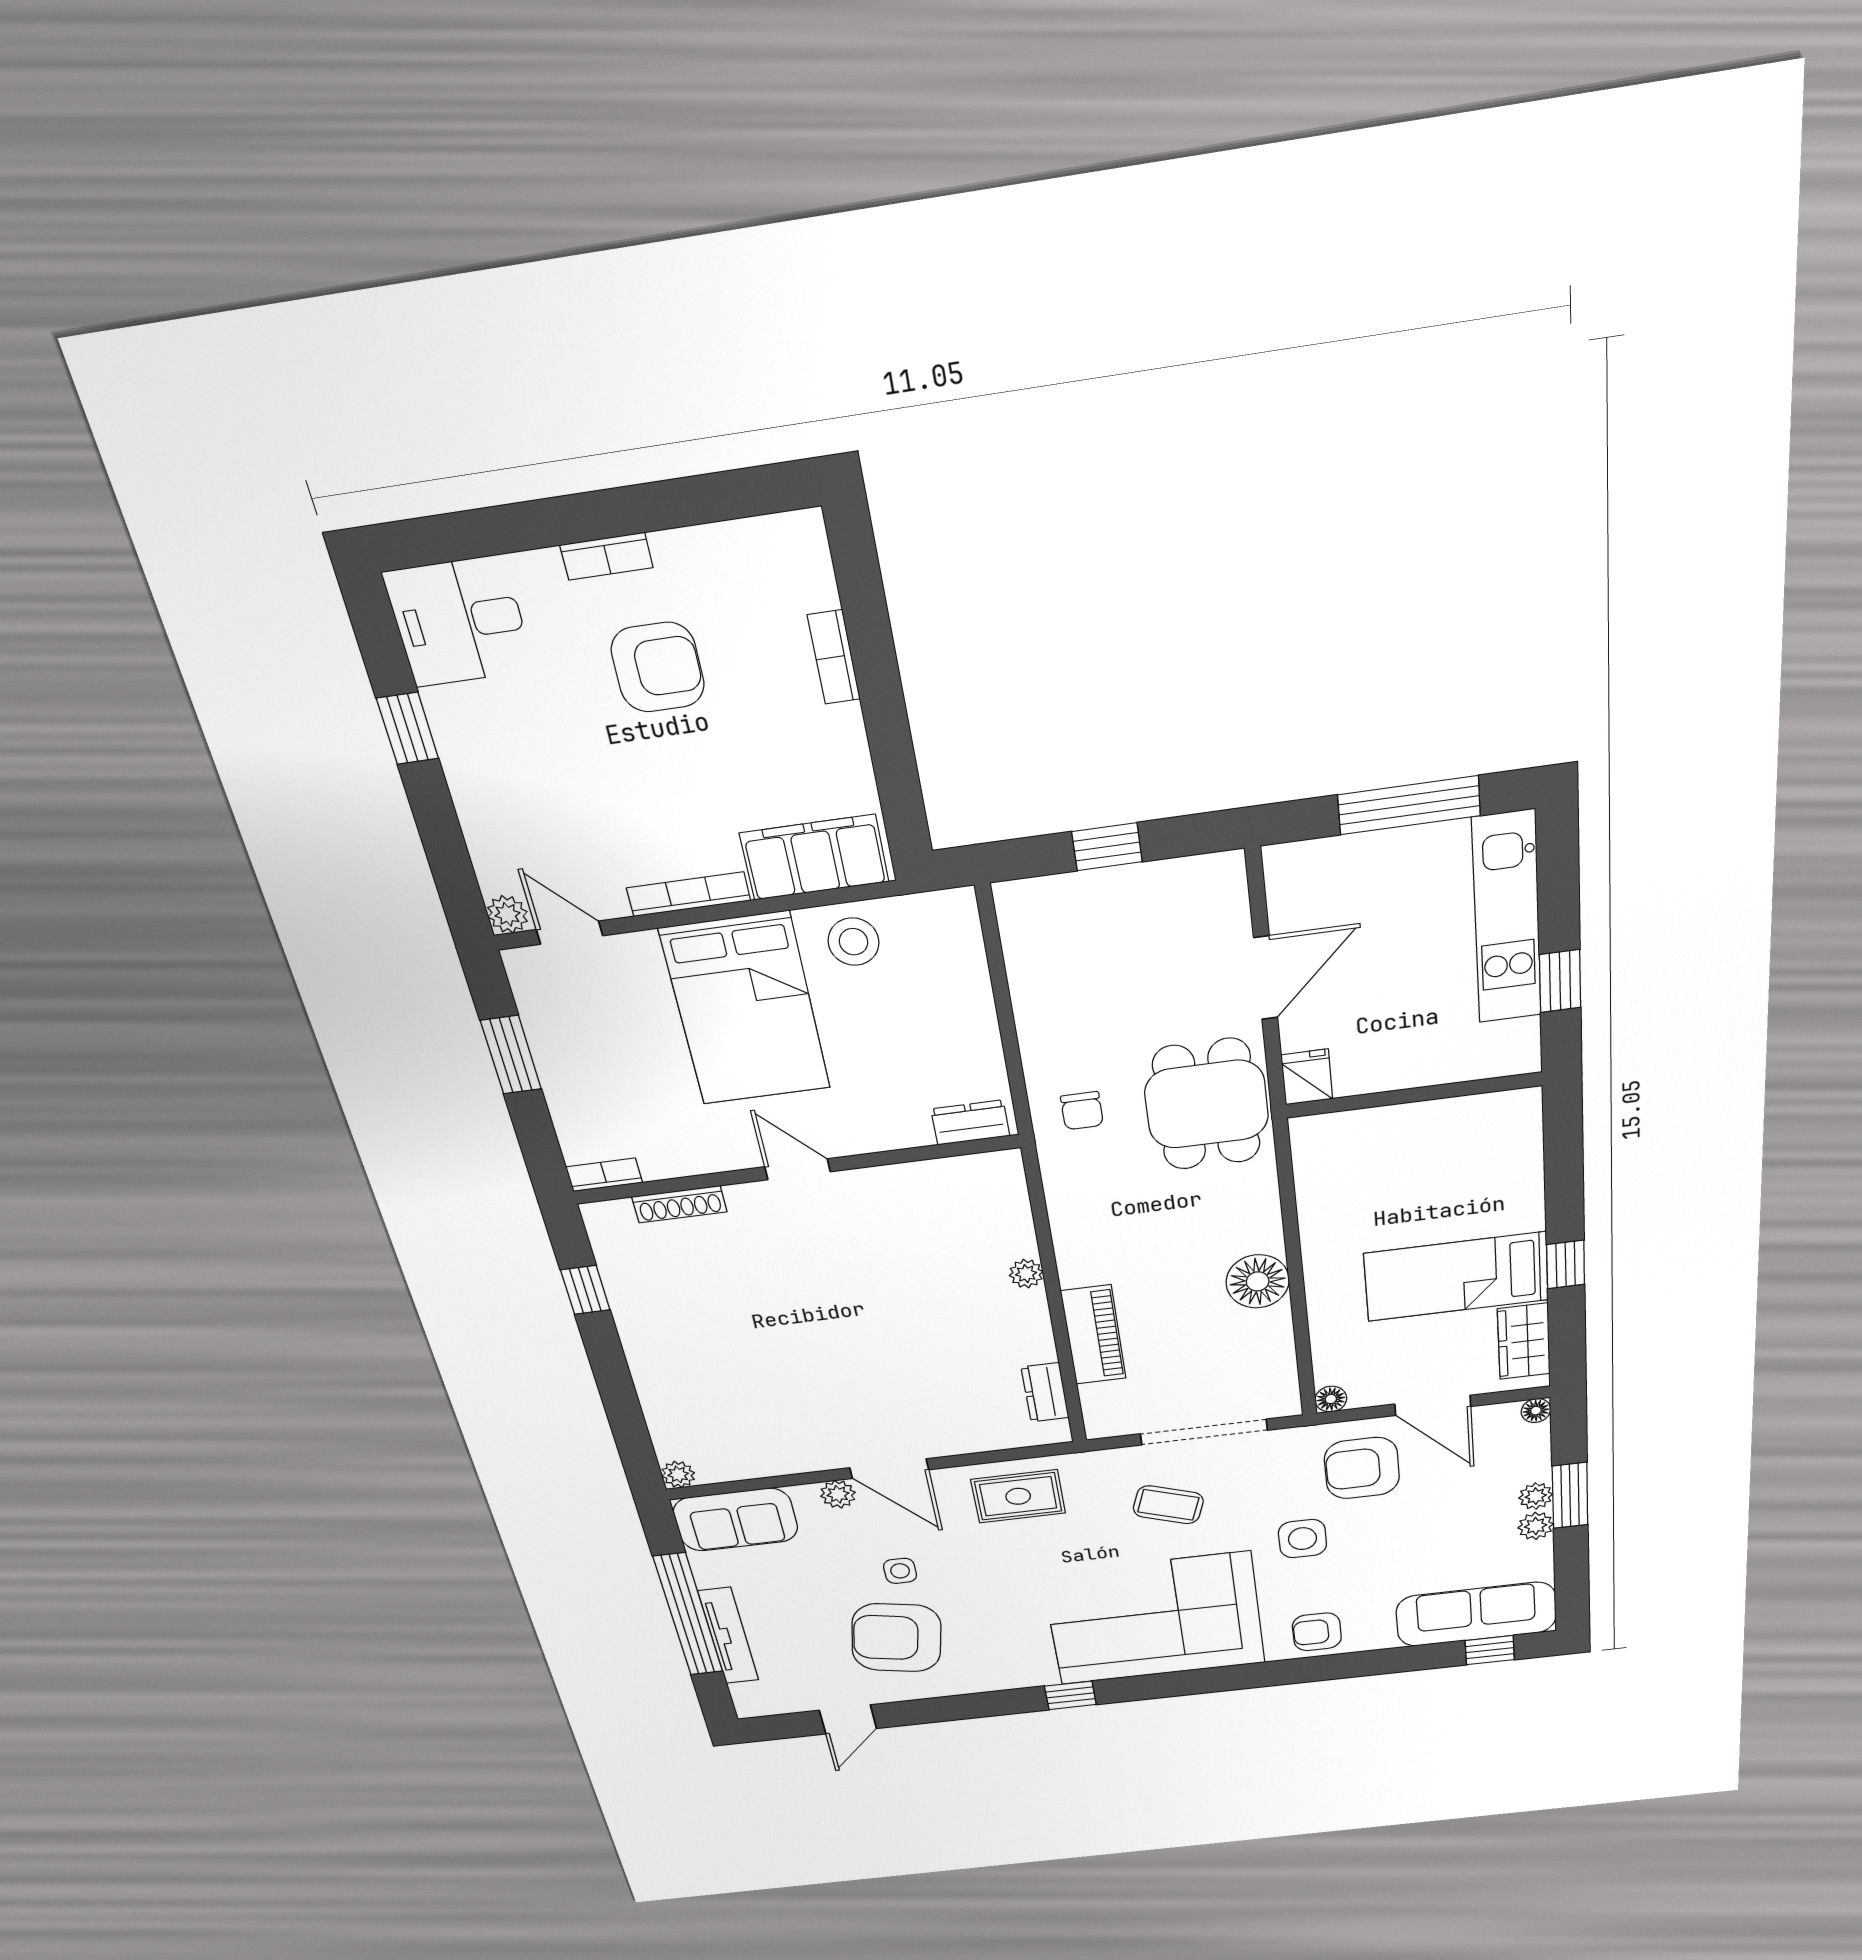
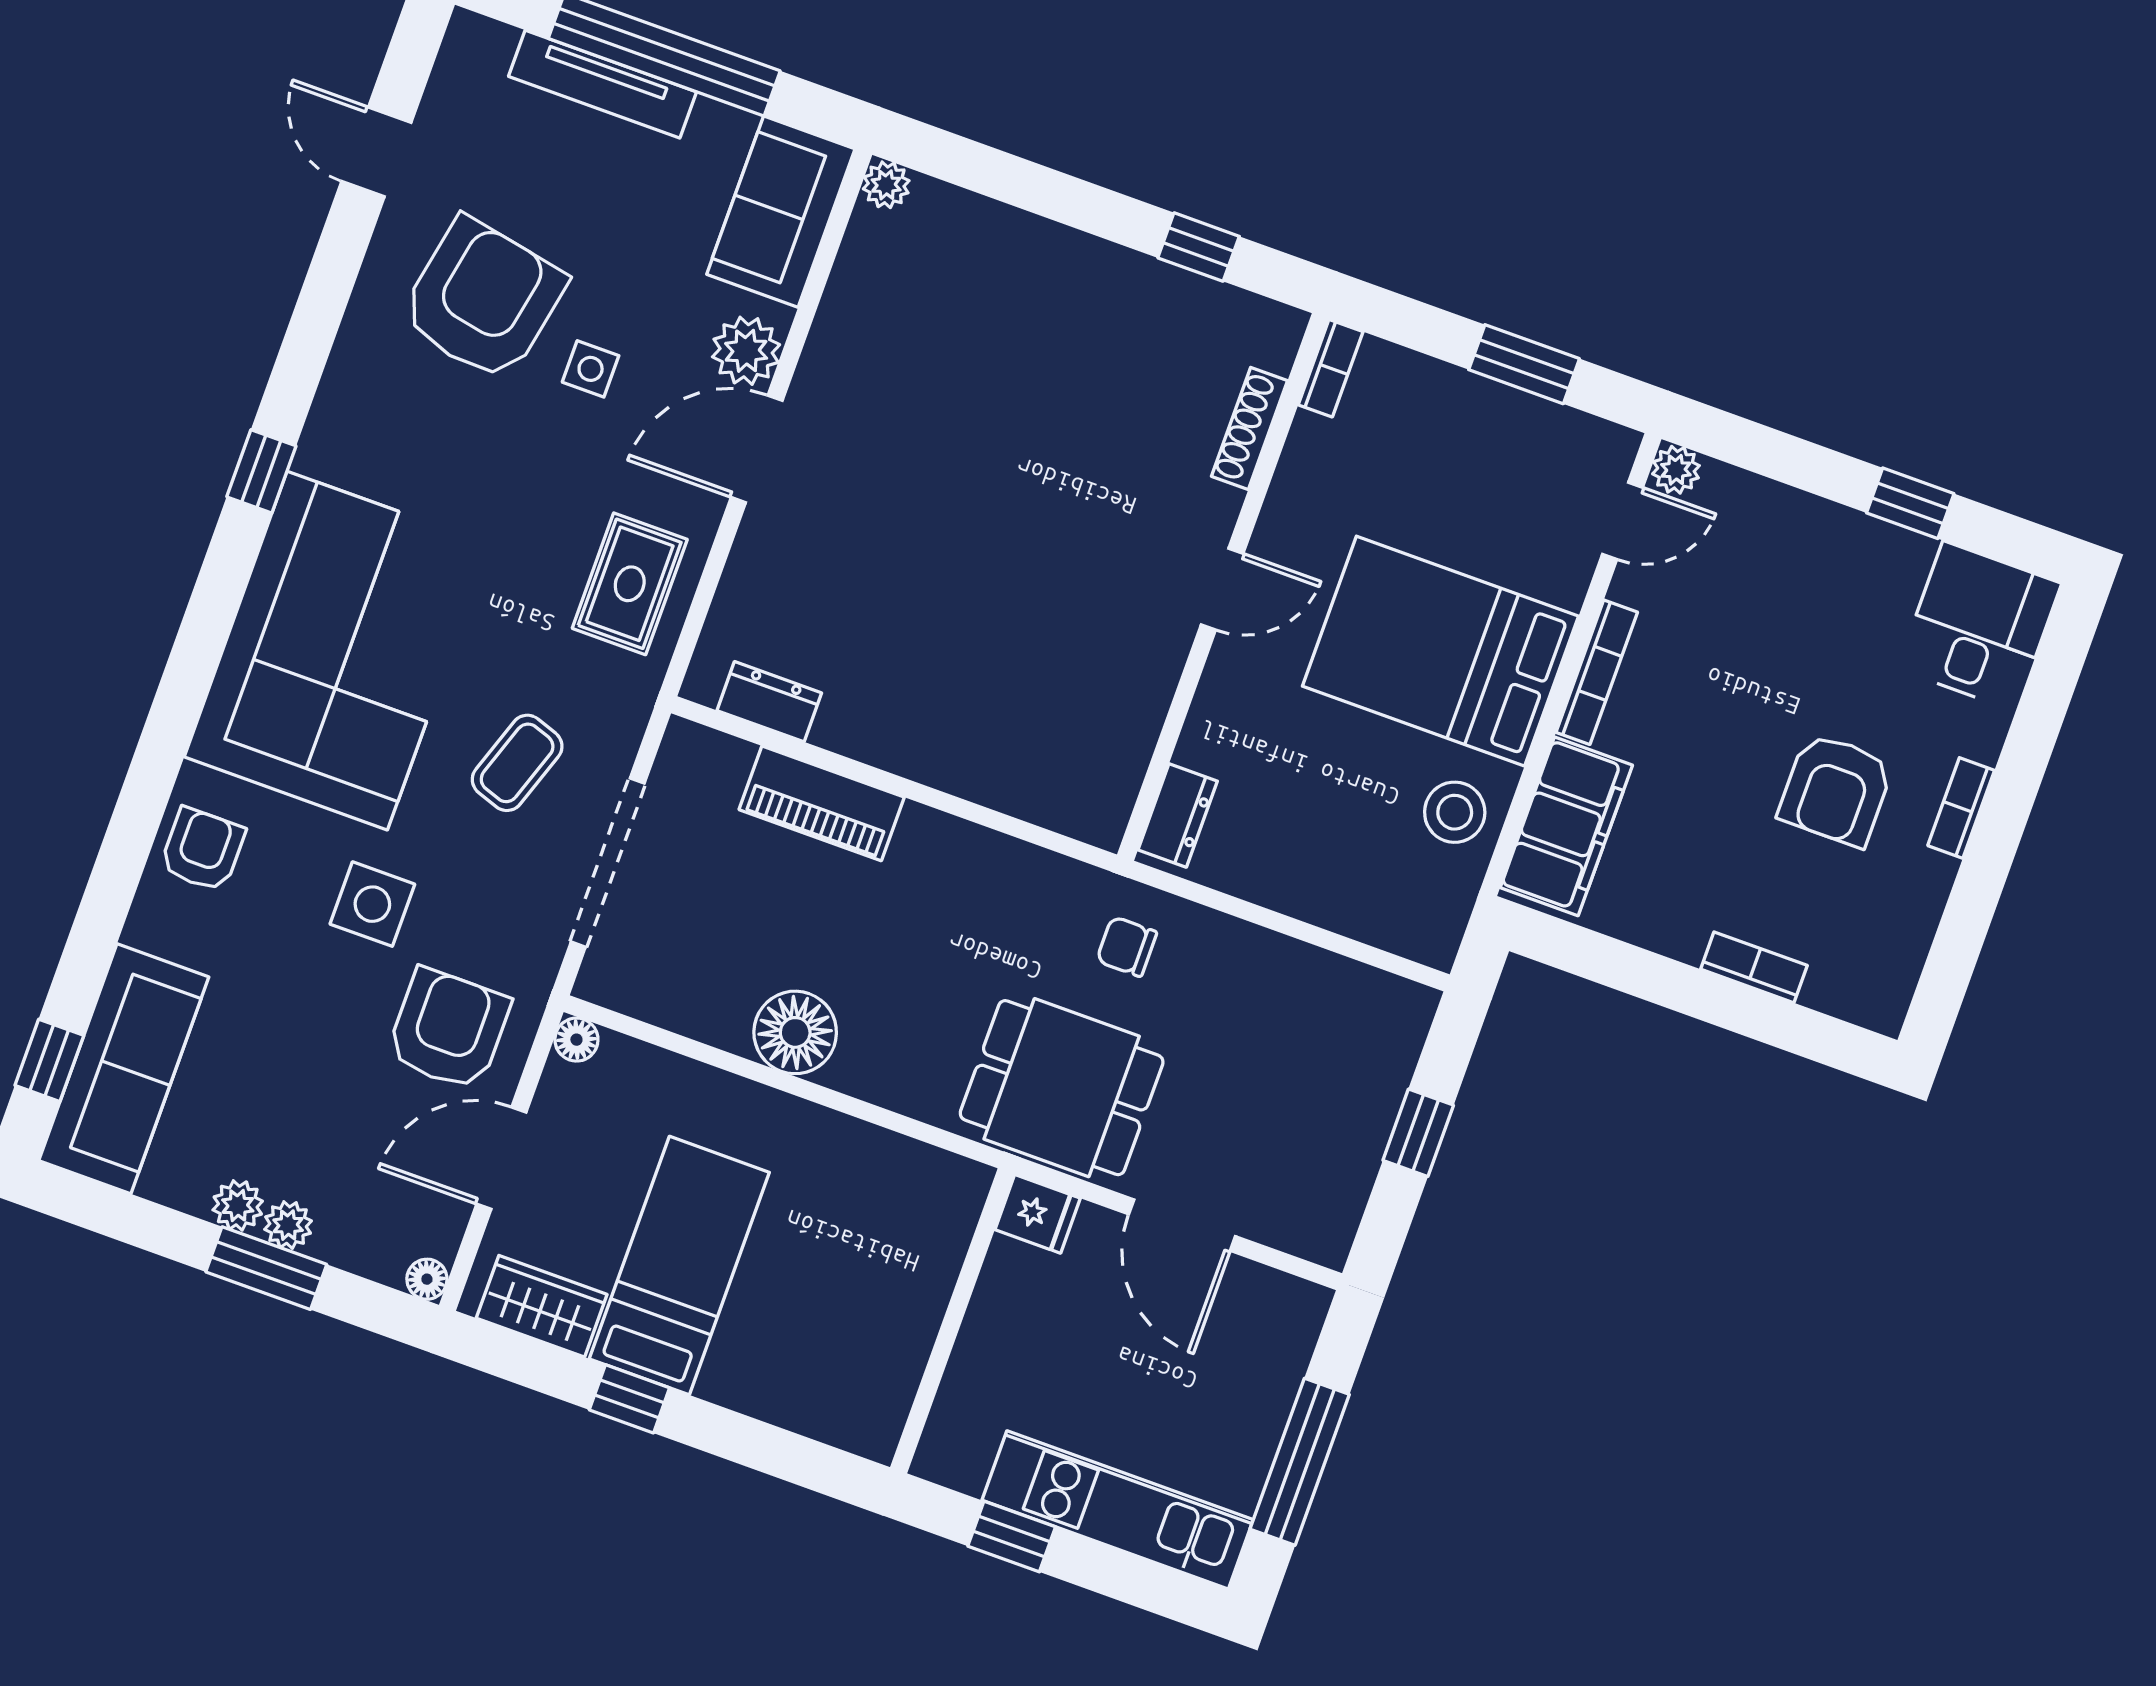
plant: (1026, 1274) -> (949, 770), removed
plant: (838, 1494) -> (746, 351), width x1.38, depth x1.38

